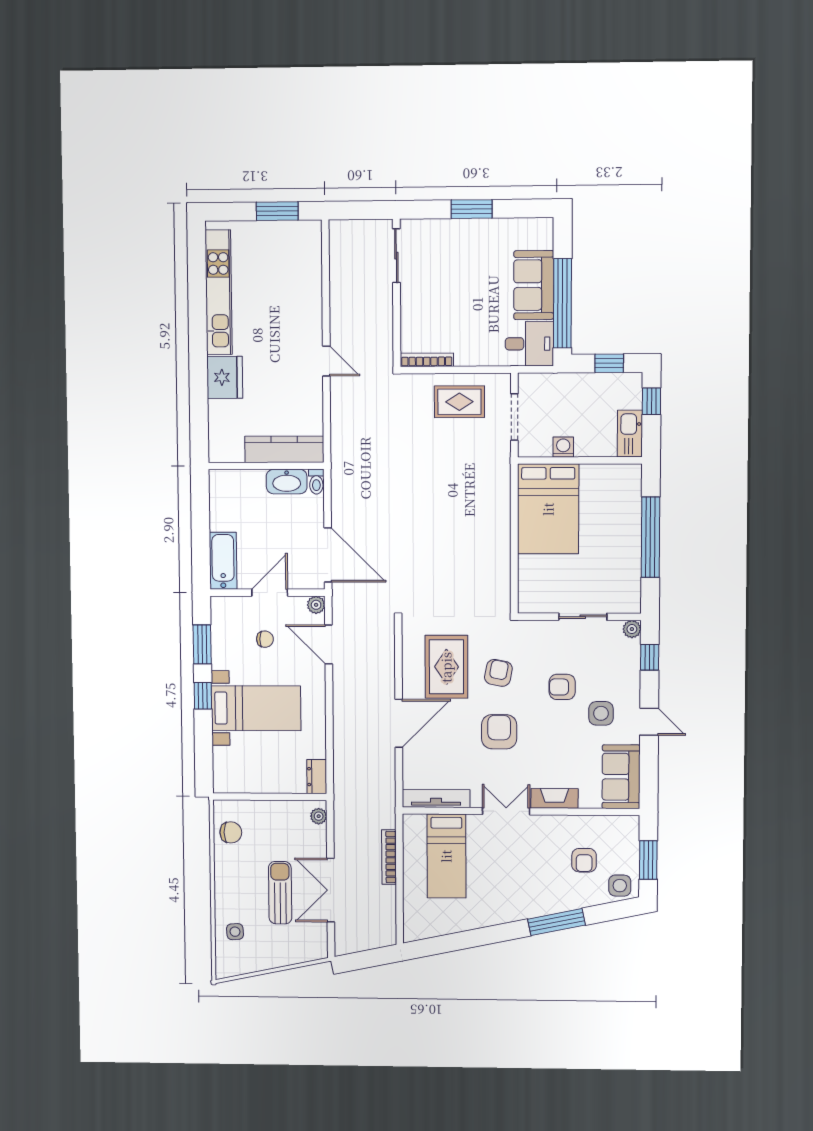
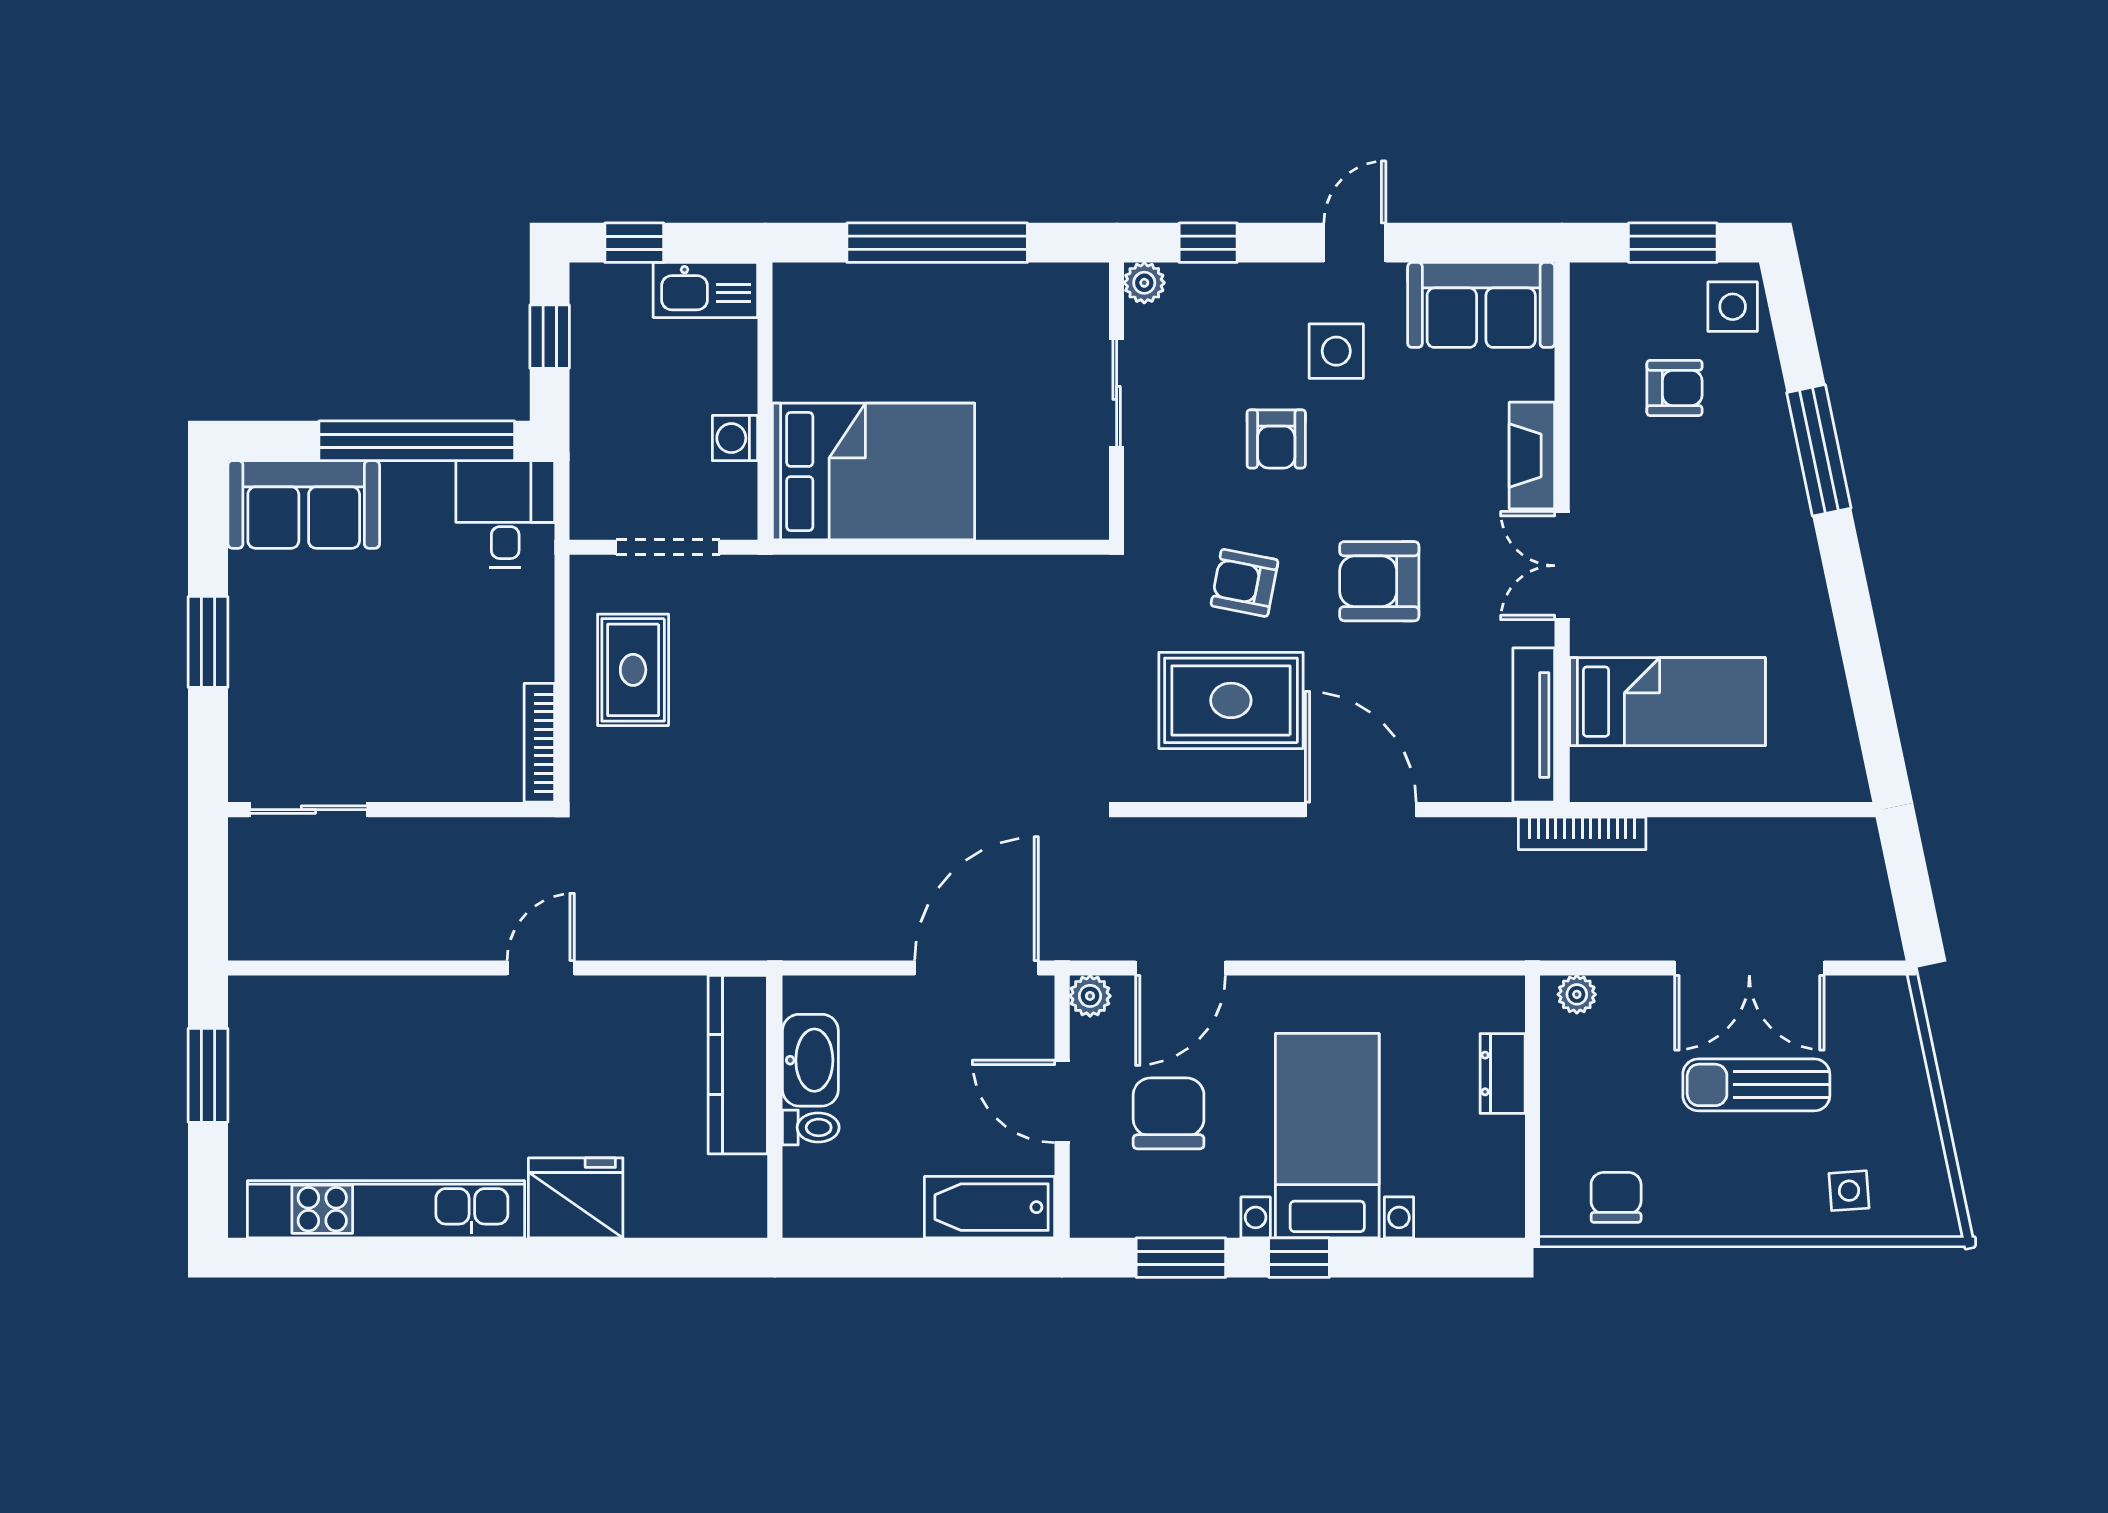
sofa: (534, 285) -> (304, 504), moved
toilet: (316, 482) -> (811, 1127), moved
chair: (265, 639) -> (1169, 1113), width x1.87, depth x1.87
dresser: (317, 777) -> (1503, 1073), moved, turned 90
bookcase: (389, 857) -> (1582, 833), moved

